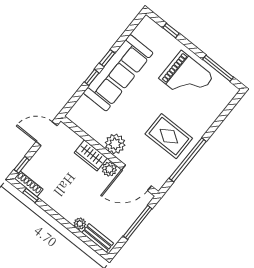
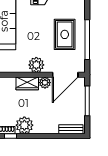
rug: (169, 136) -> (65, 34), turned 90
plant: (80, 224) -> (24, 125), moved, width x1.88, depth x1.88

